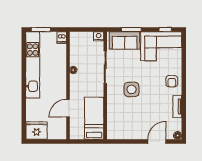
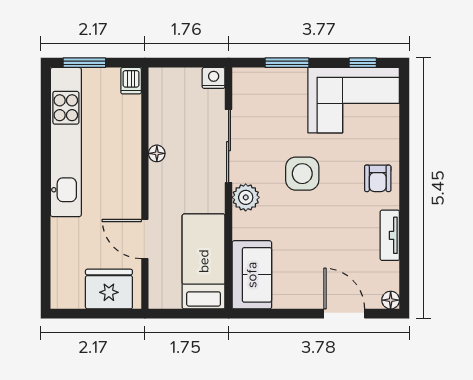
sofa: (125, 40) -> (252, 275), moved, turned -90
side table: (132, 89) -> (302, 174), moved
plant: (113, 90) -> (246, 197), added
door: (68, 108) -> (145, 239), hinge flipped
fridge: (37, 131) -> (109, 289), moved
door: (157, 142) -> (344, 314), hinge flipped

